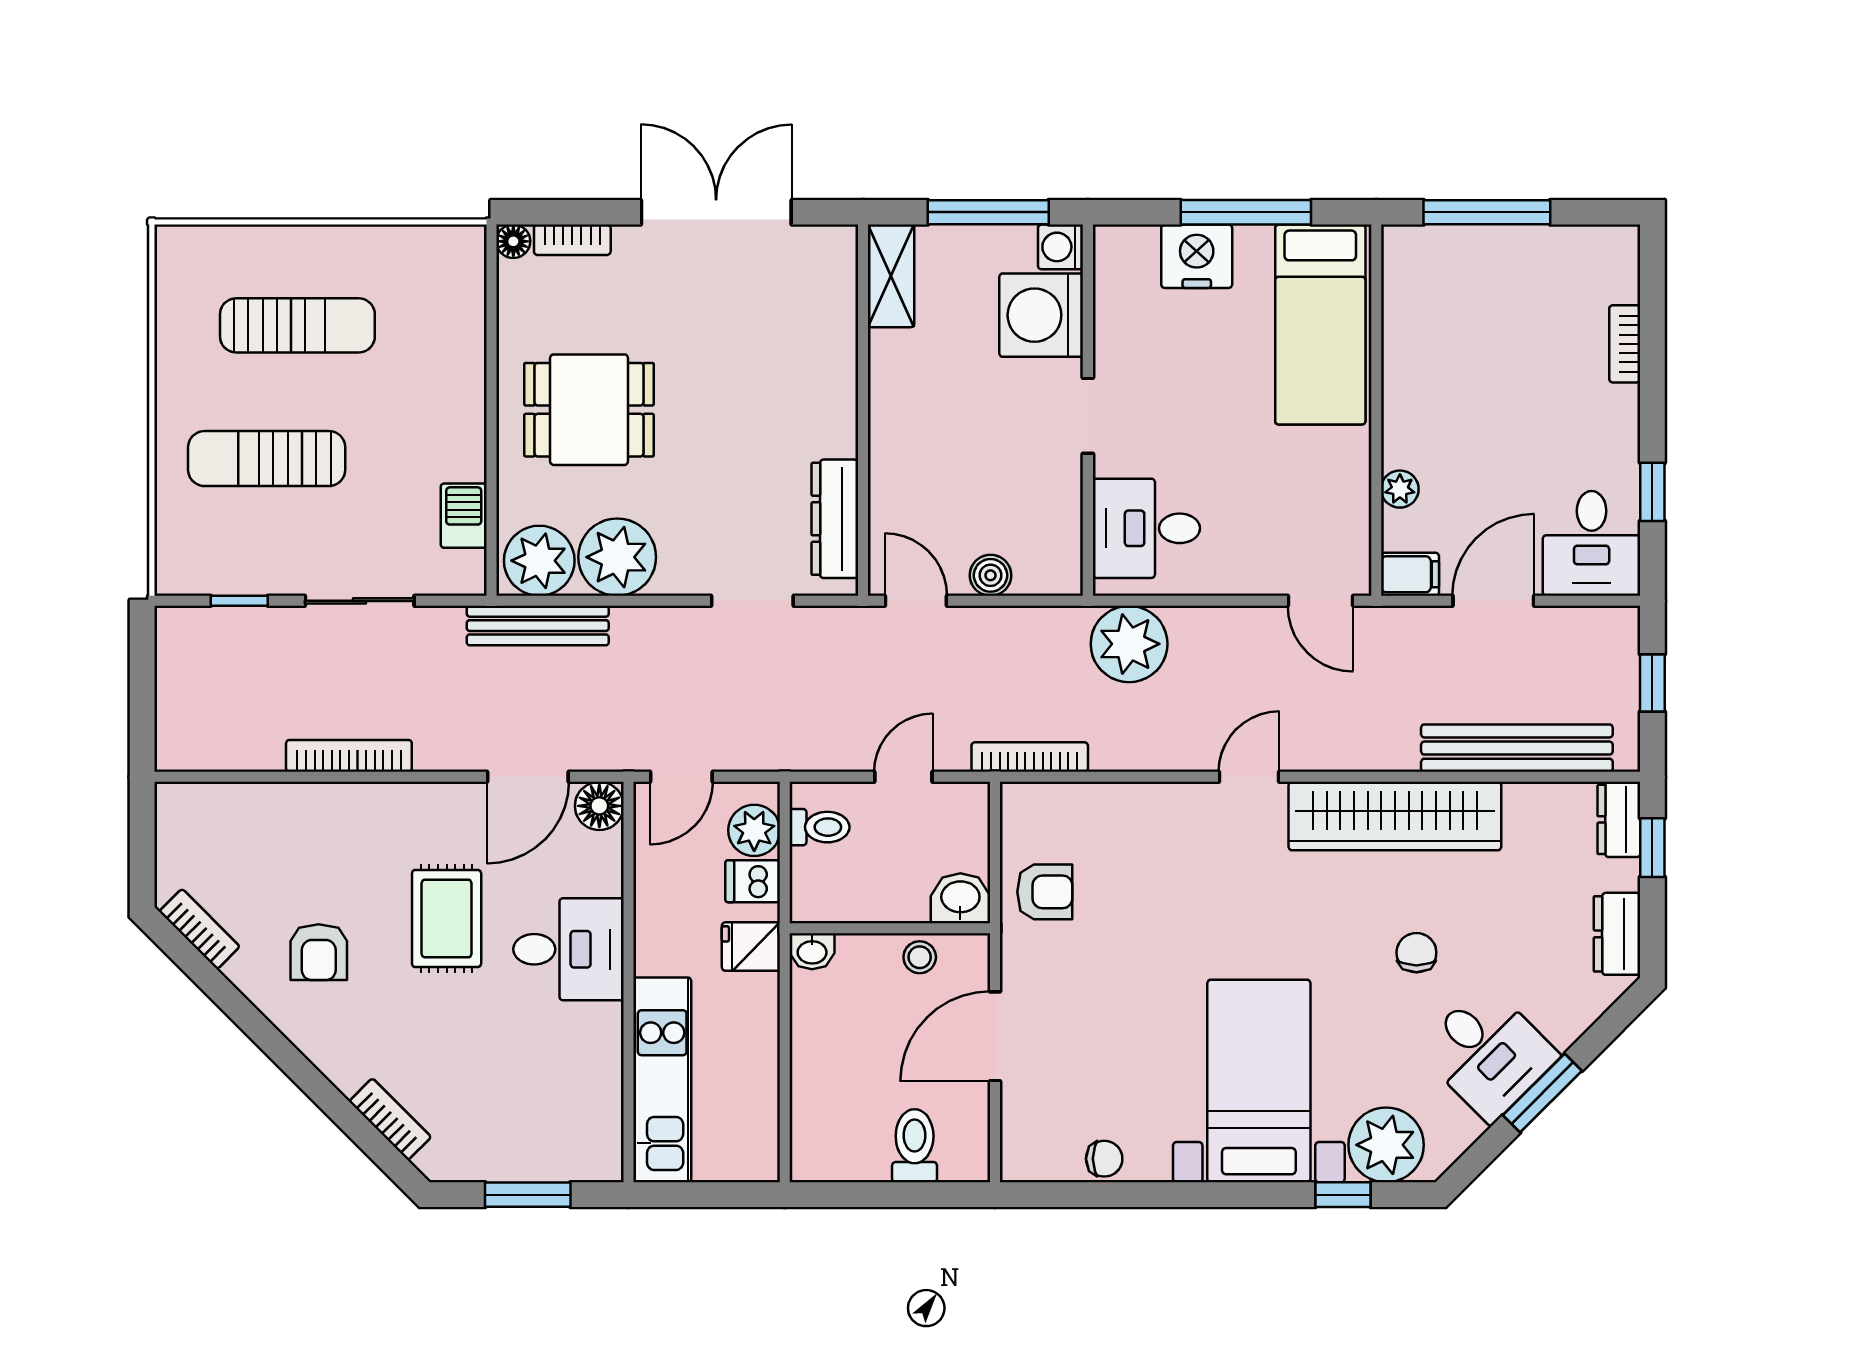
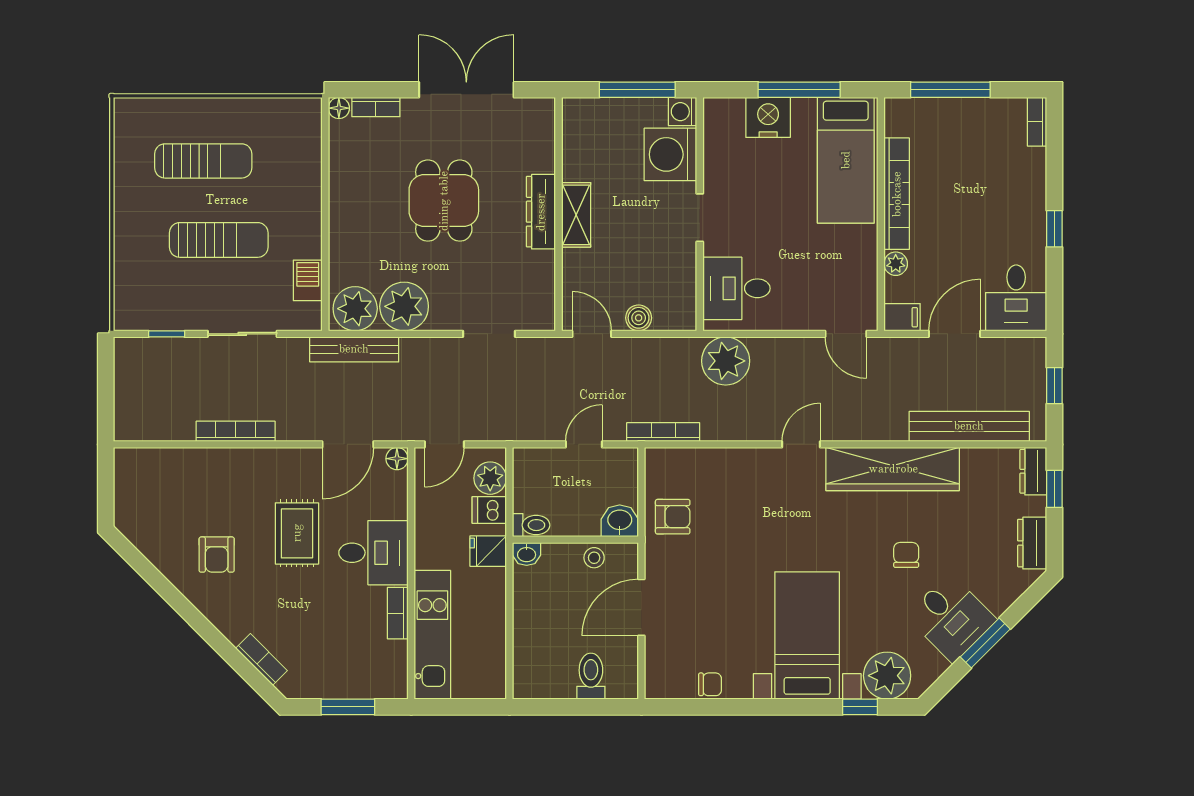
shelving: (891, 276) -> (576, 215), moved
bookcase: (1625, 344) -> (1037, 122), moved
bookcase: (1401, 378) -> (897, 194), added
dining table: (589, 410) -> (444, 201), moved, turned 90
sun lounger: (267, 459) -> (219, 240), moved, turned 180
window: (1652, 492) -> (1054, 229), moved
dresser: (835, 519) -> (541, 212), moved
floor lamp: (599, 806) -> (397, 459), width x0.73, depth x0.73
toilet: (820, 827) -> (531, 525), moved
bookcase: (199, 929) -> (398, 613), moved, turned -135

